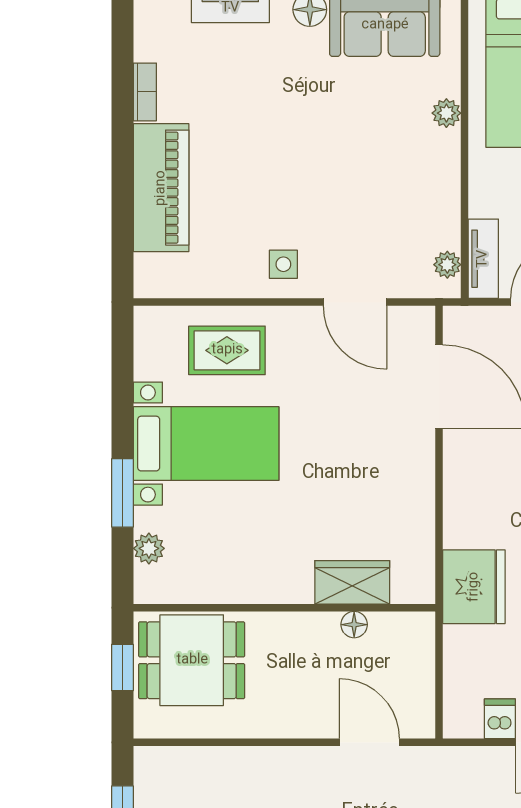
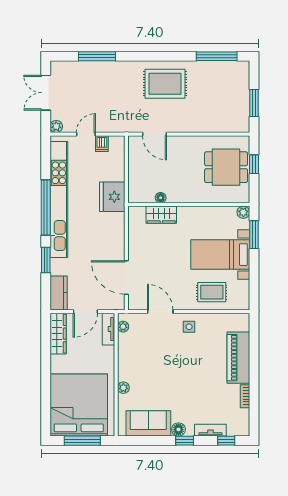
wardrobe: (352, 582) -> (161, 215), moved
wall: (284, 608) -> (189, 204), moved
floor lamp: (354, 625) -> (161, 198), moved

